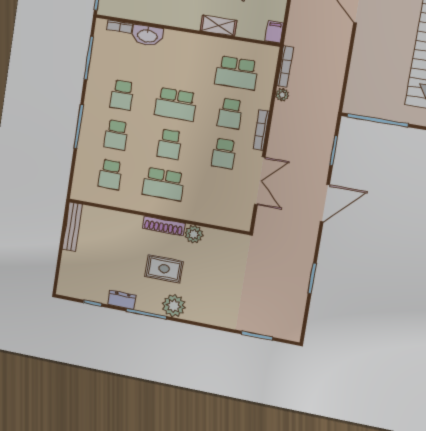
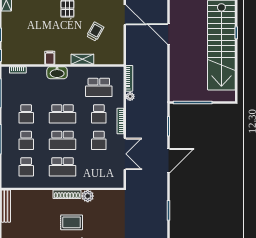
filing cabinet: (274, 32) -> (50, 58), moved
washbasin: (147, 35) -> (57, 73), moved
school desk: (170, 144) -> (63, 140), width x1.85

